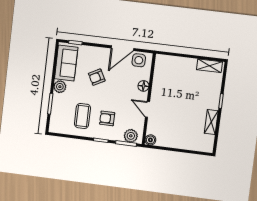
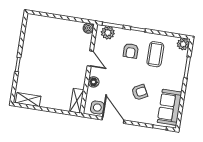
door: (122, 48) -> (113, 120), hinge flipped
plant: (60, 87) -> (183, 44), moved
armchair: (107, 118) -> (131, 51), turned 90
shelving: (211, 122) -> (77, 101), moved

